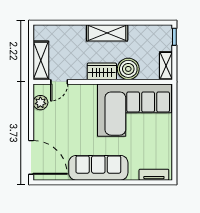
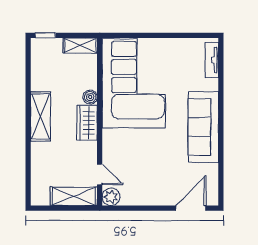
boiler: (128, 69) -> (90, 97), width x0.54, depth x0.54
plant: (40, 103) -> (111, 197), moved
door: (31, 157) -> (191, 208), width x0.73

